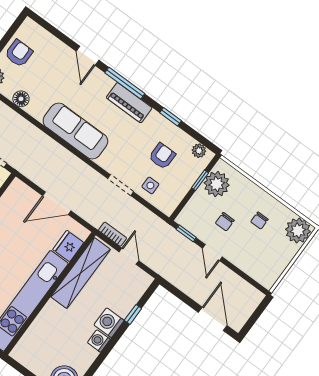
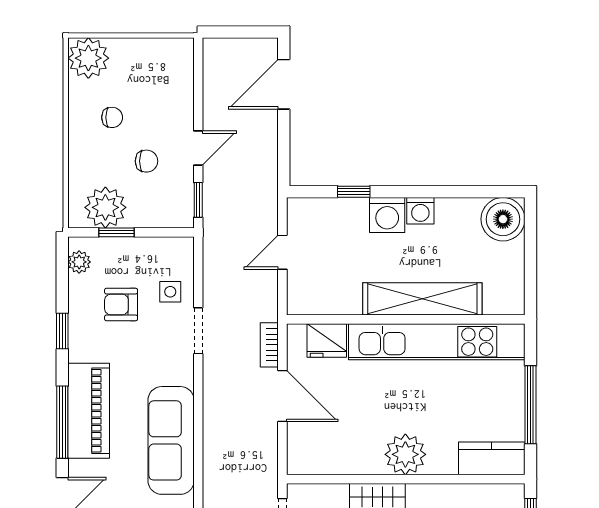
piano: (129, 103) -> (89, 411), width x1.37, depth x1.33
bookcase: (113, 234) -> (269, 345), moved
shelving: (81, 273) -> (422, 299), moved

